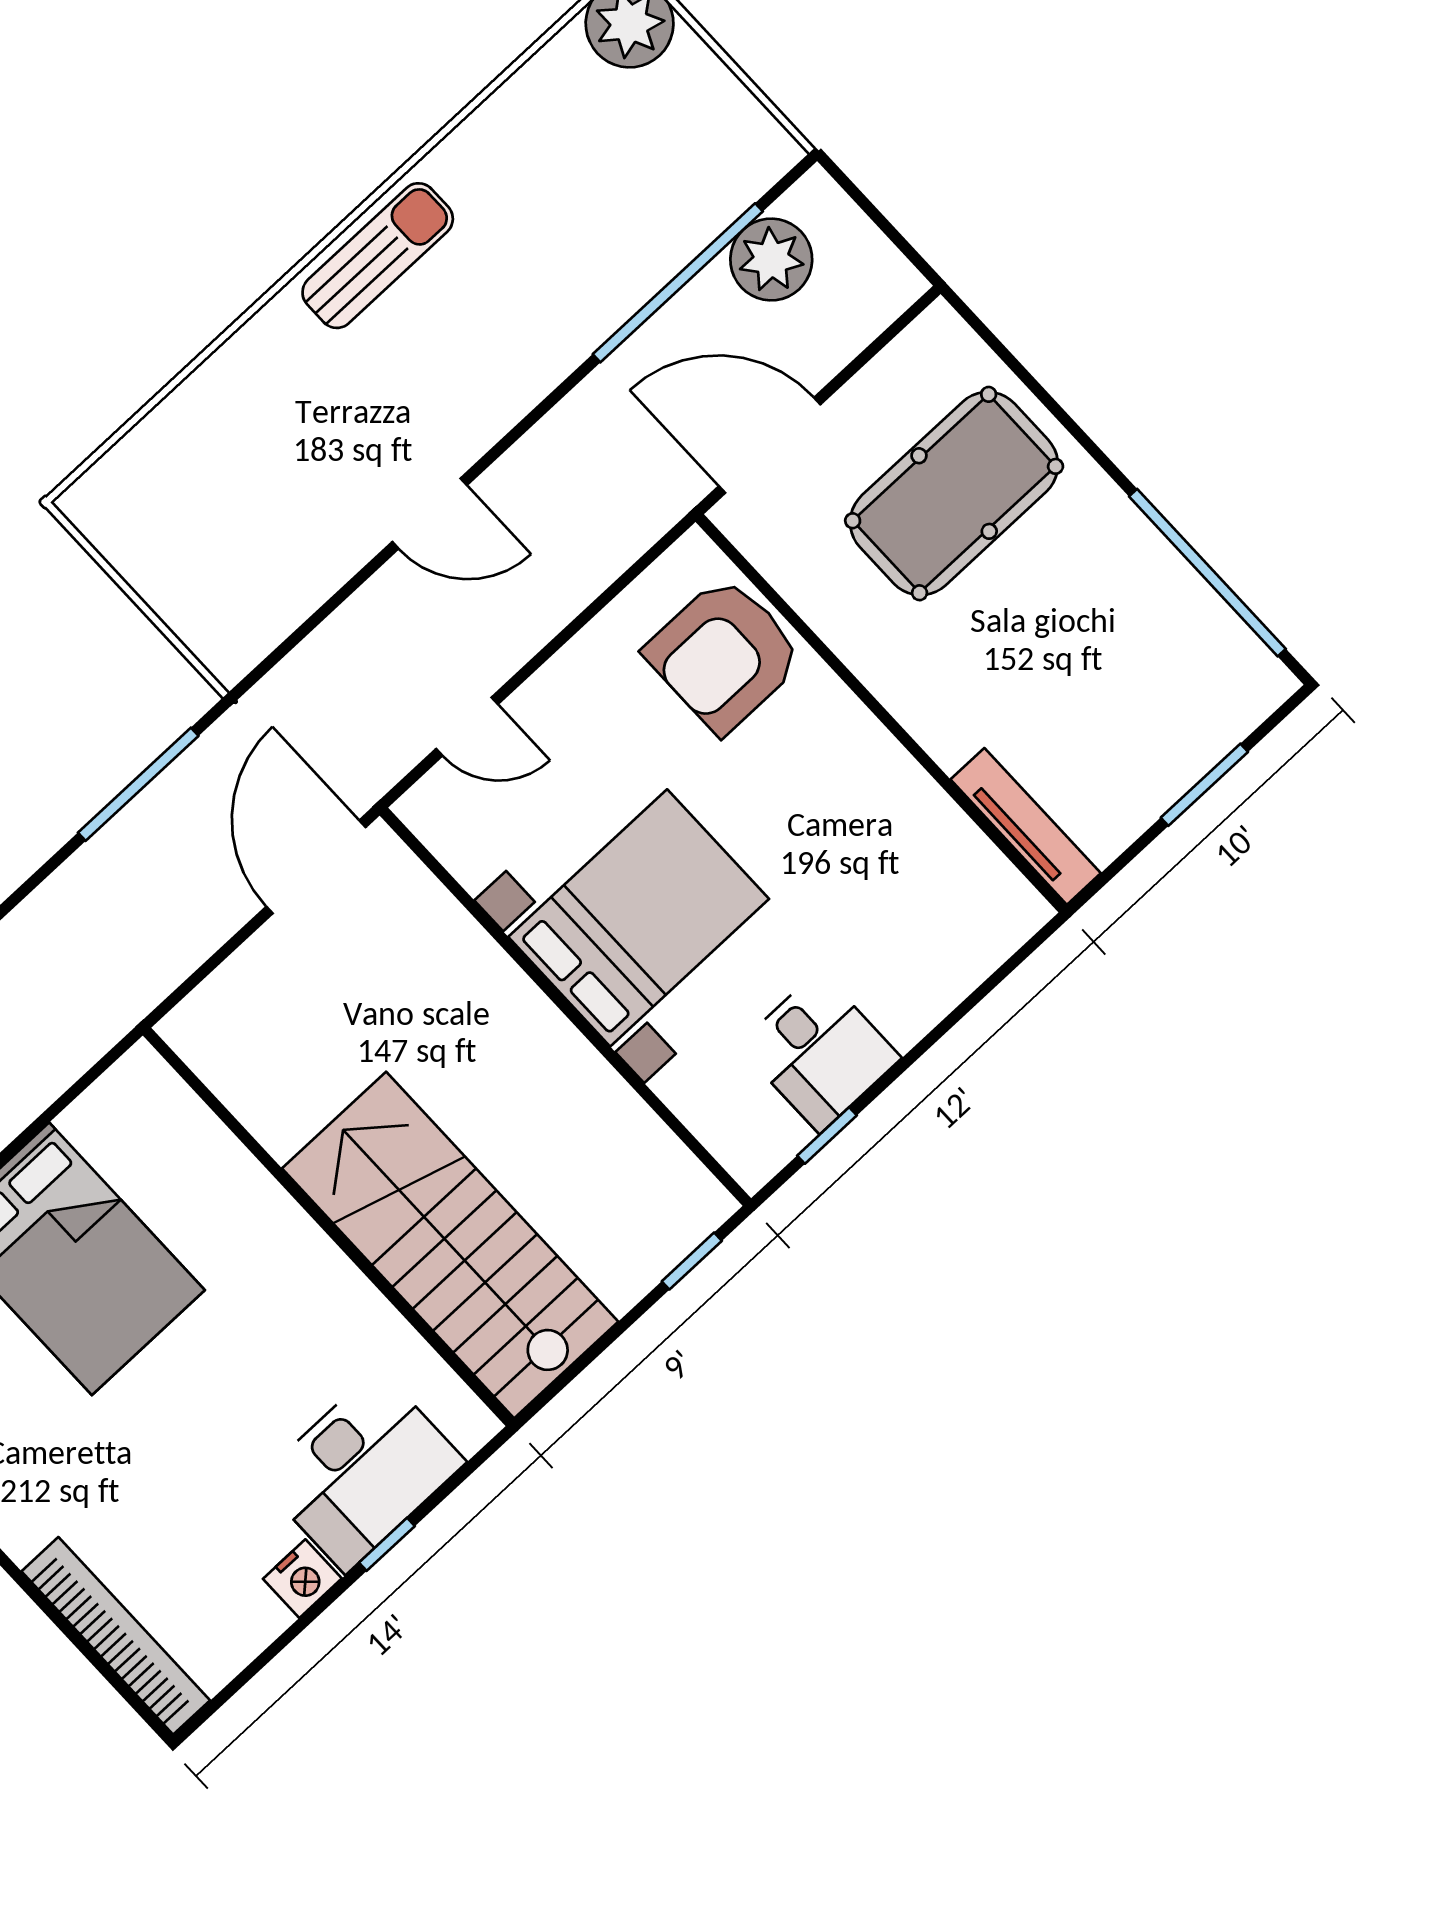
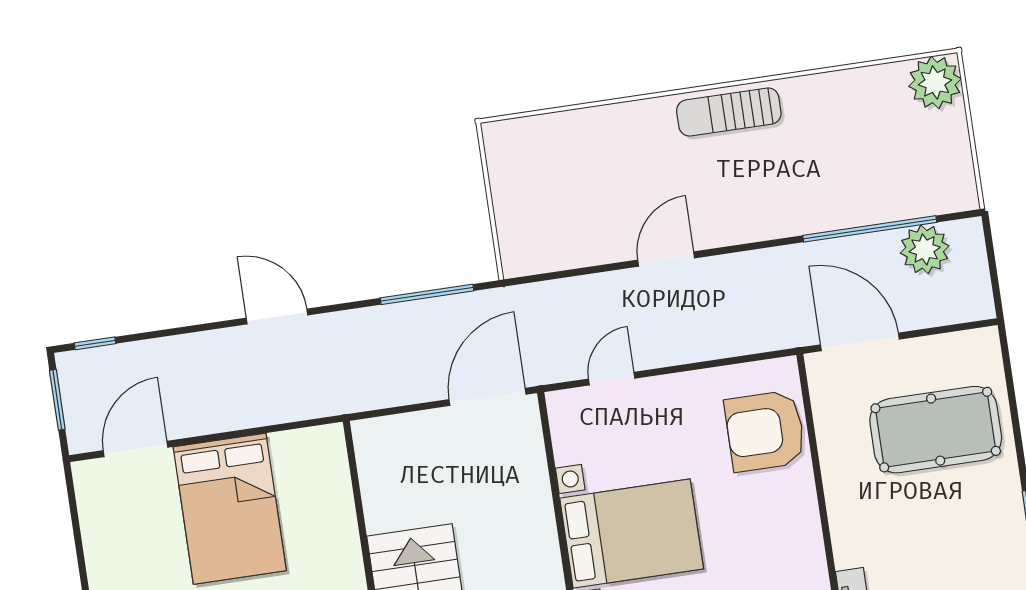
sun lounger: (378, 256) -> (729, 112), turned 180
door: (430, 513) -> (666, 259), swing flipped
door: (467, 726) -> (612, 379), swing flipped

